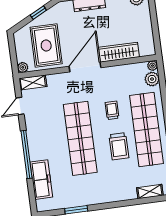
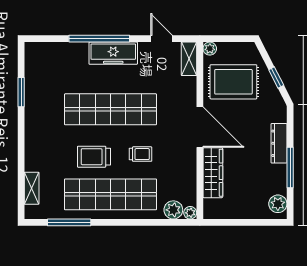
freezer: (41, 180) -> (113, 53), moved

